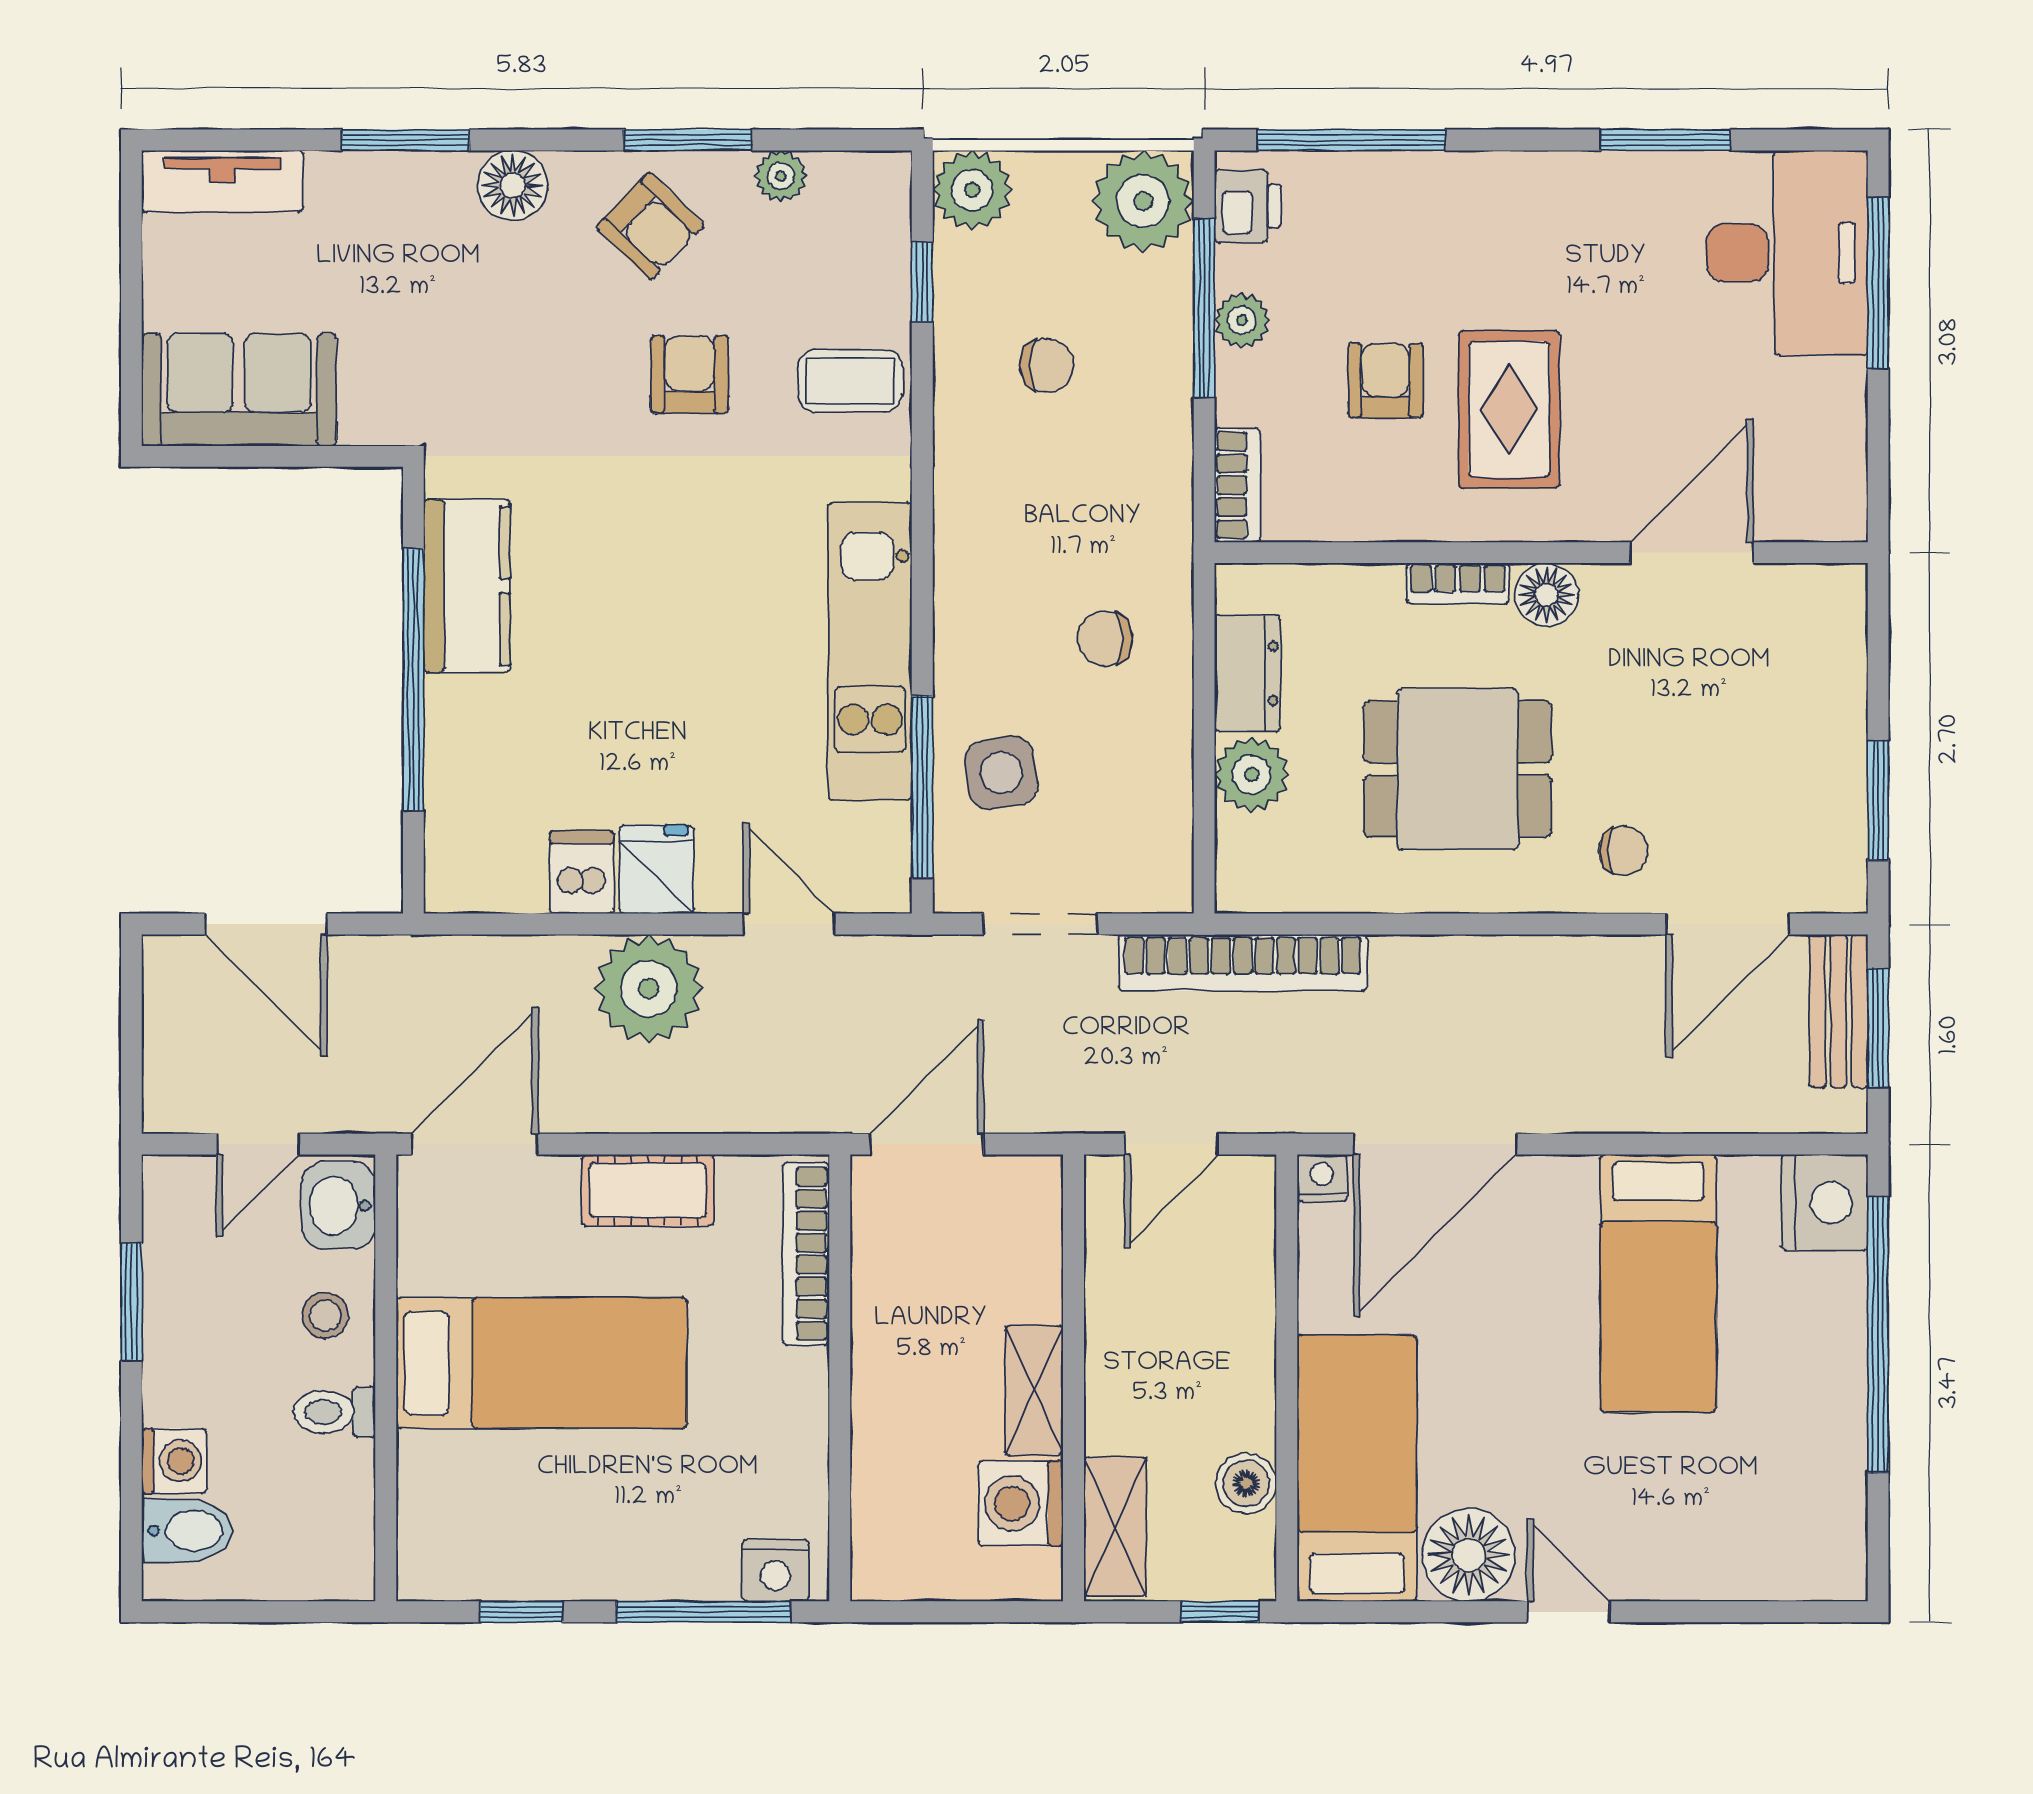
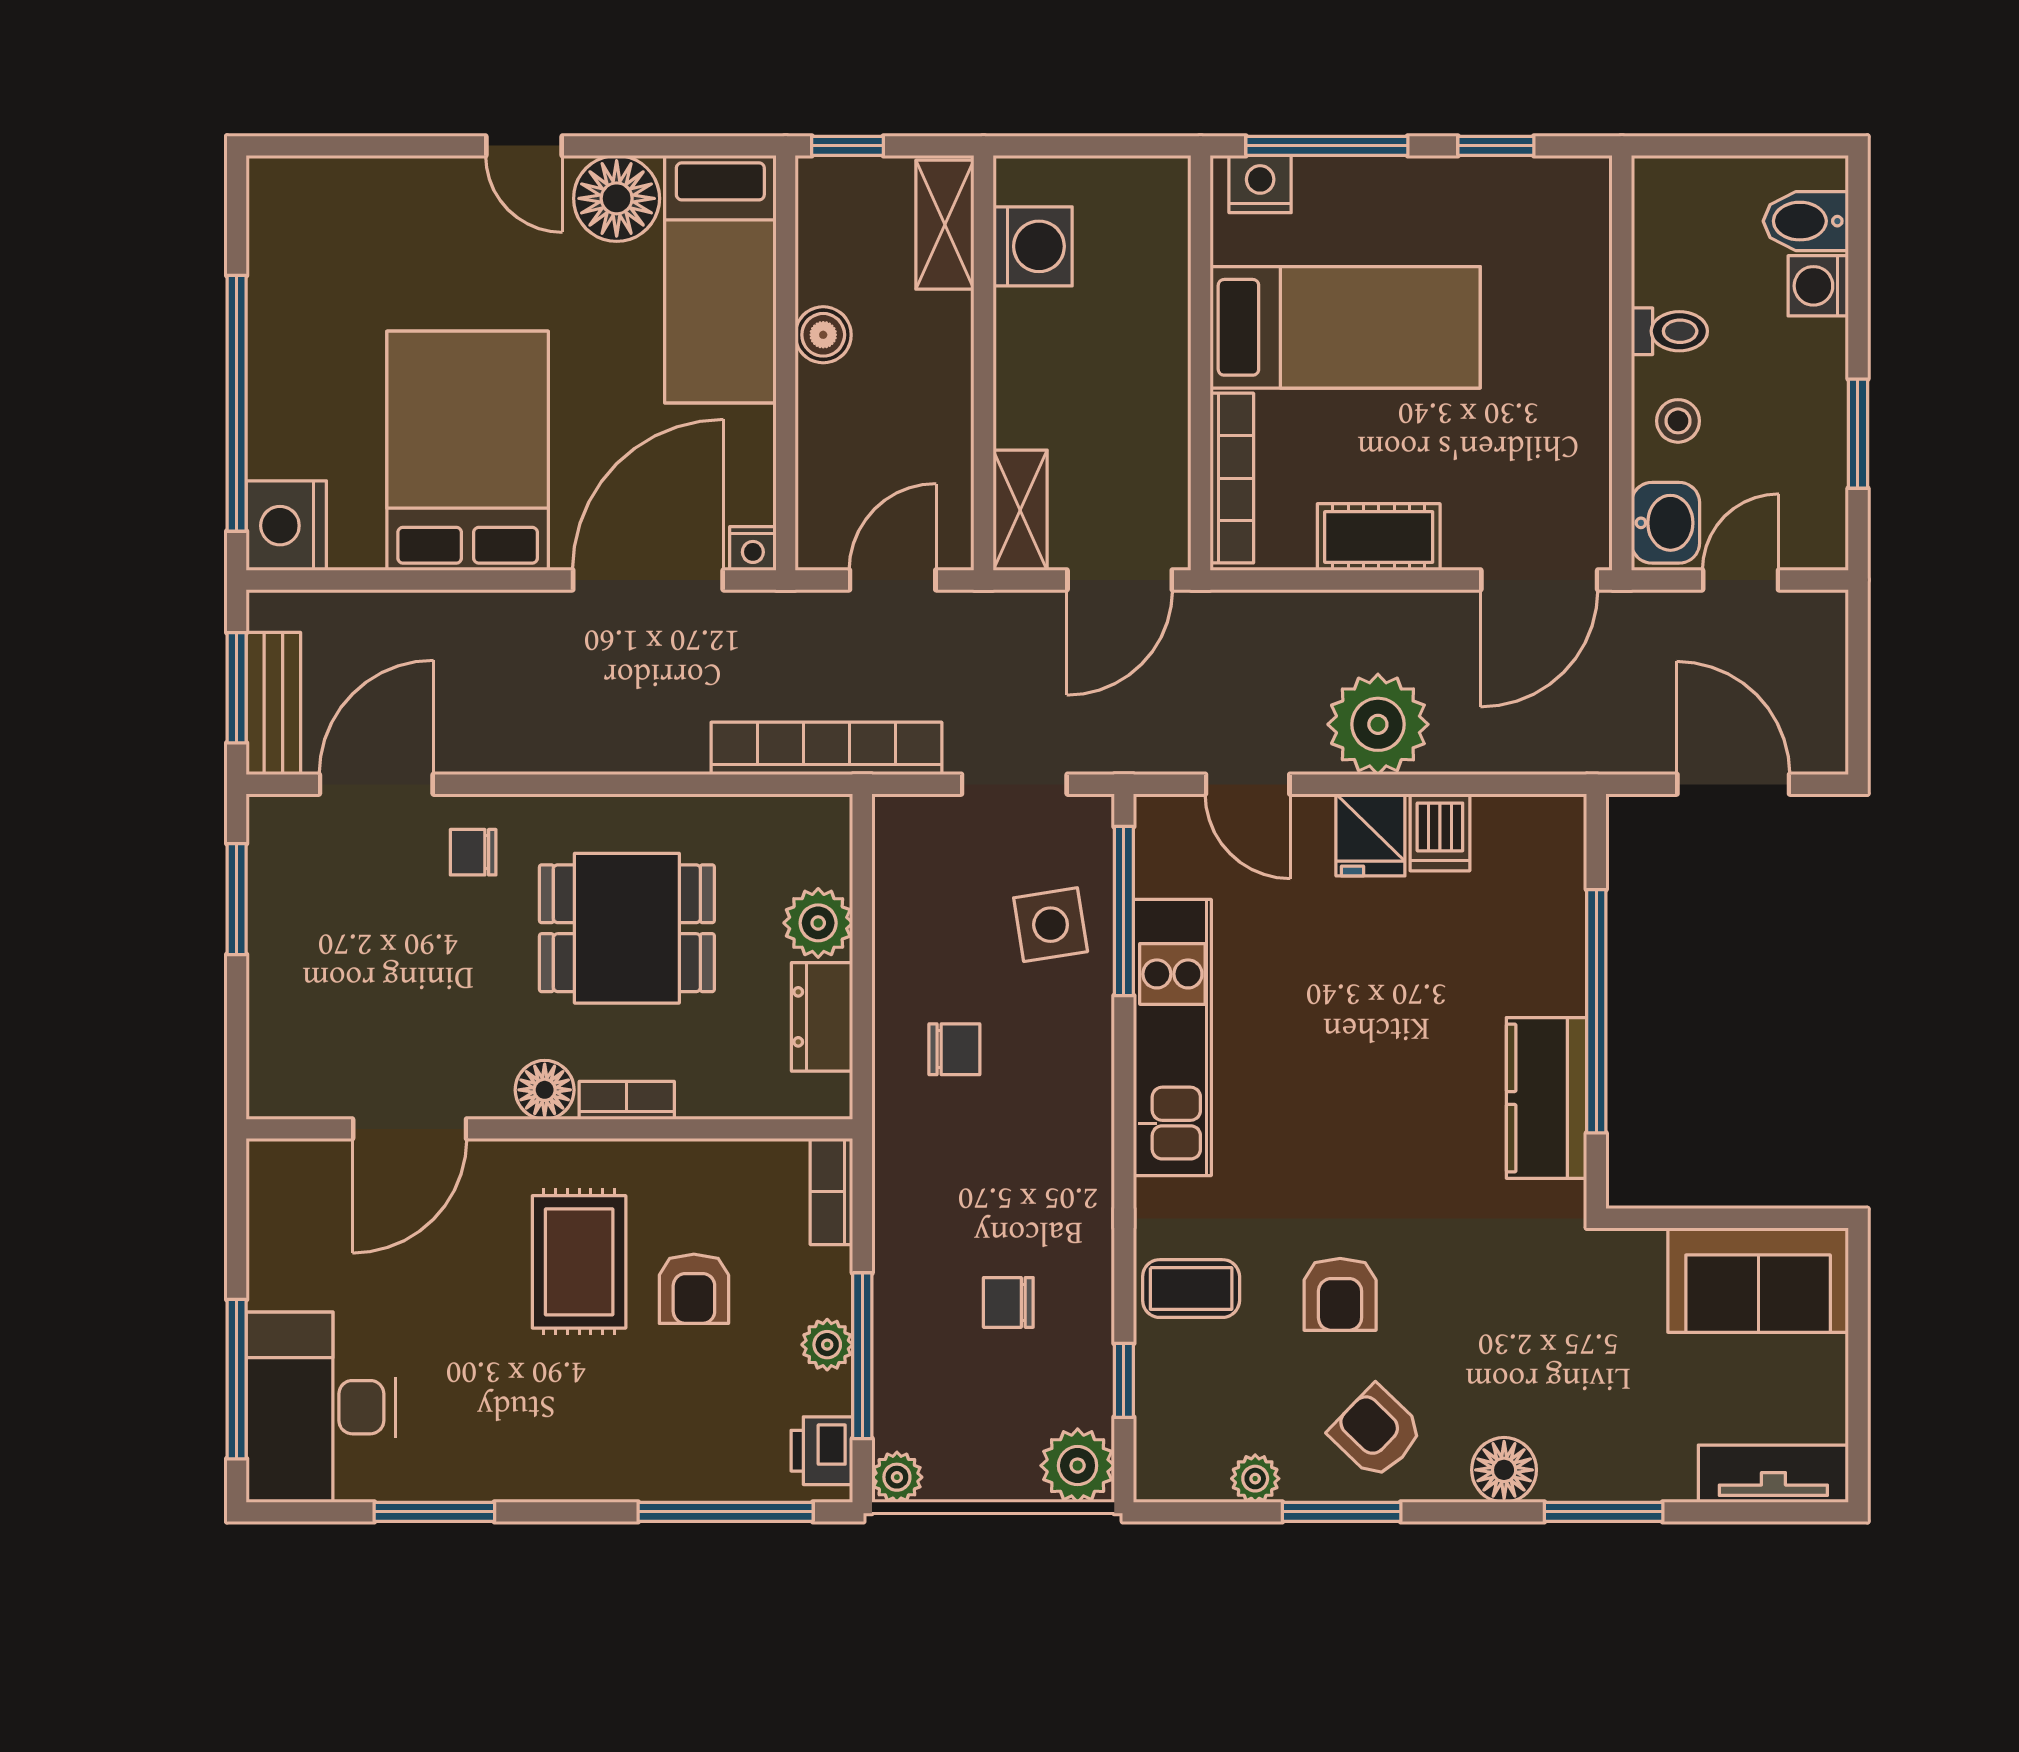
plant: (1143, 201) -> (897, 1477), width x0.53, depth x0.53
bed: (1658, 1283) -> (468, 451), width x1.50
bed: (542, 1363) -> (1345, 327), moved, turned 180
shelving: (1034, 1390) -> (1020, 510), moved
boiler: (1246, 1483) -> (823, 335), moved

